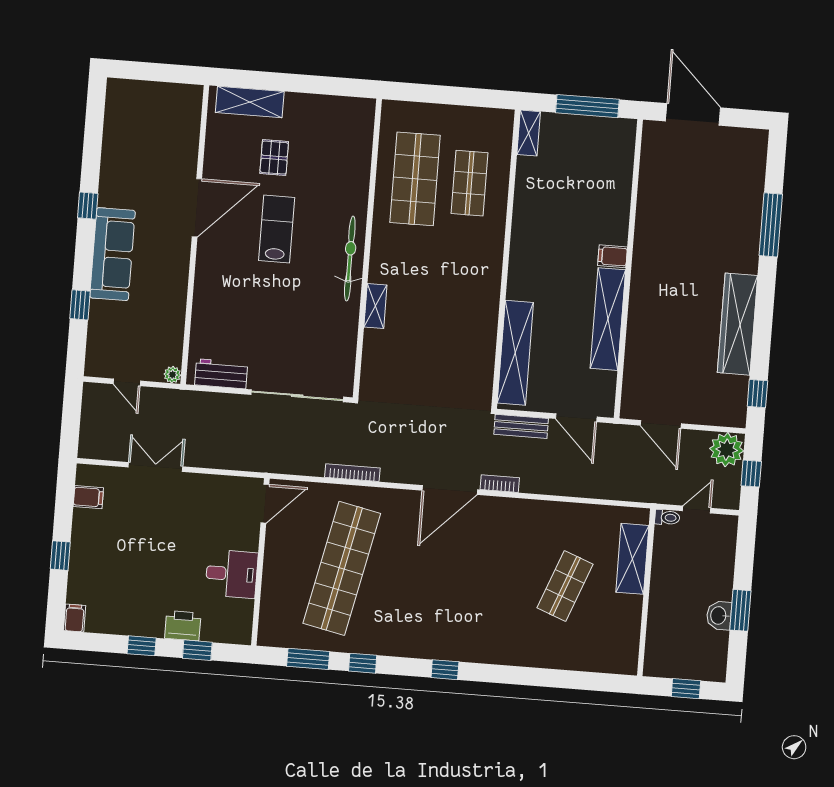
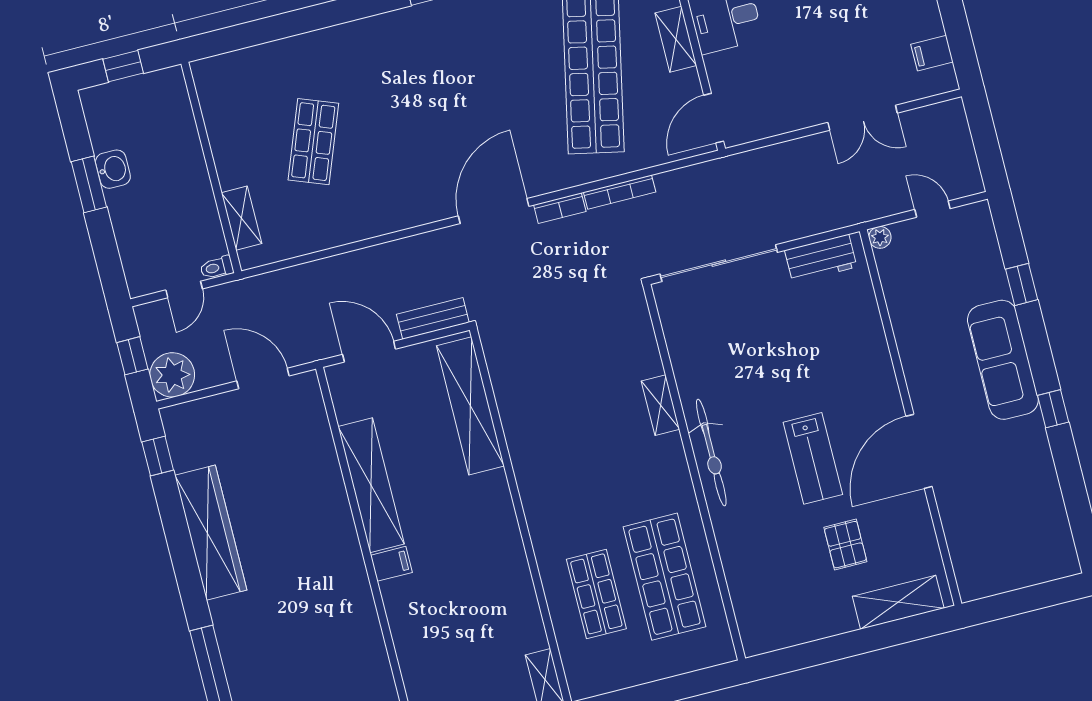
bookcase: (500, 484) -> (560, 208), moved
shelving: (632, 559) -> (242, 218), width x0.67, depth x0.75
shelving: (273, 571) -> (676, 39), added

